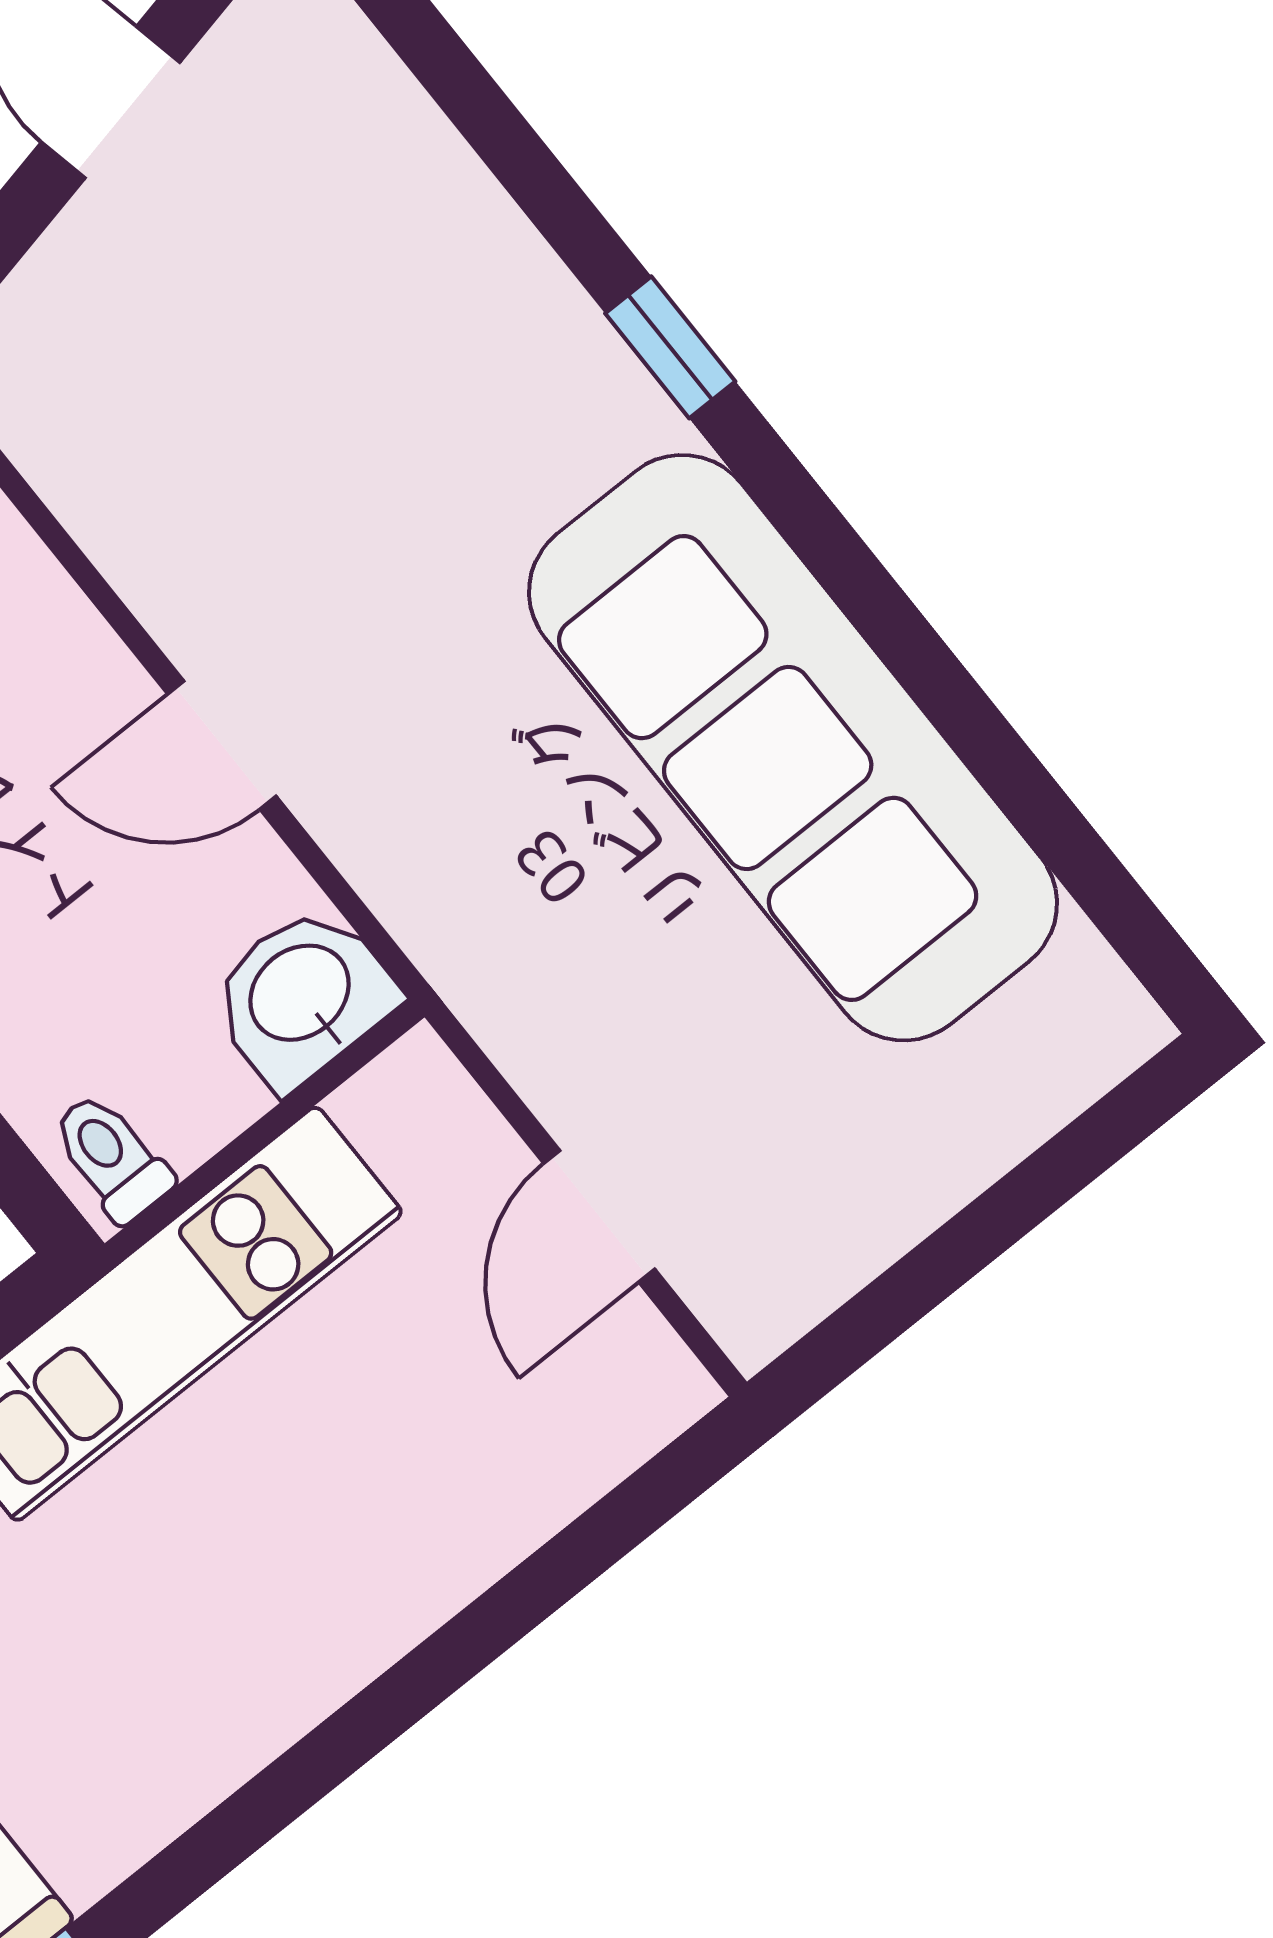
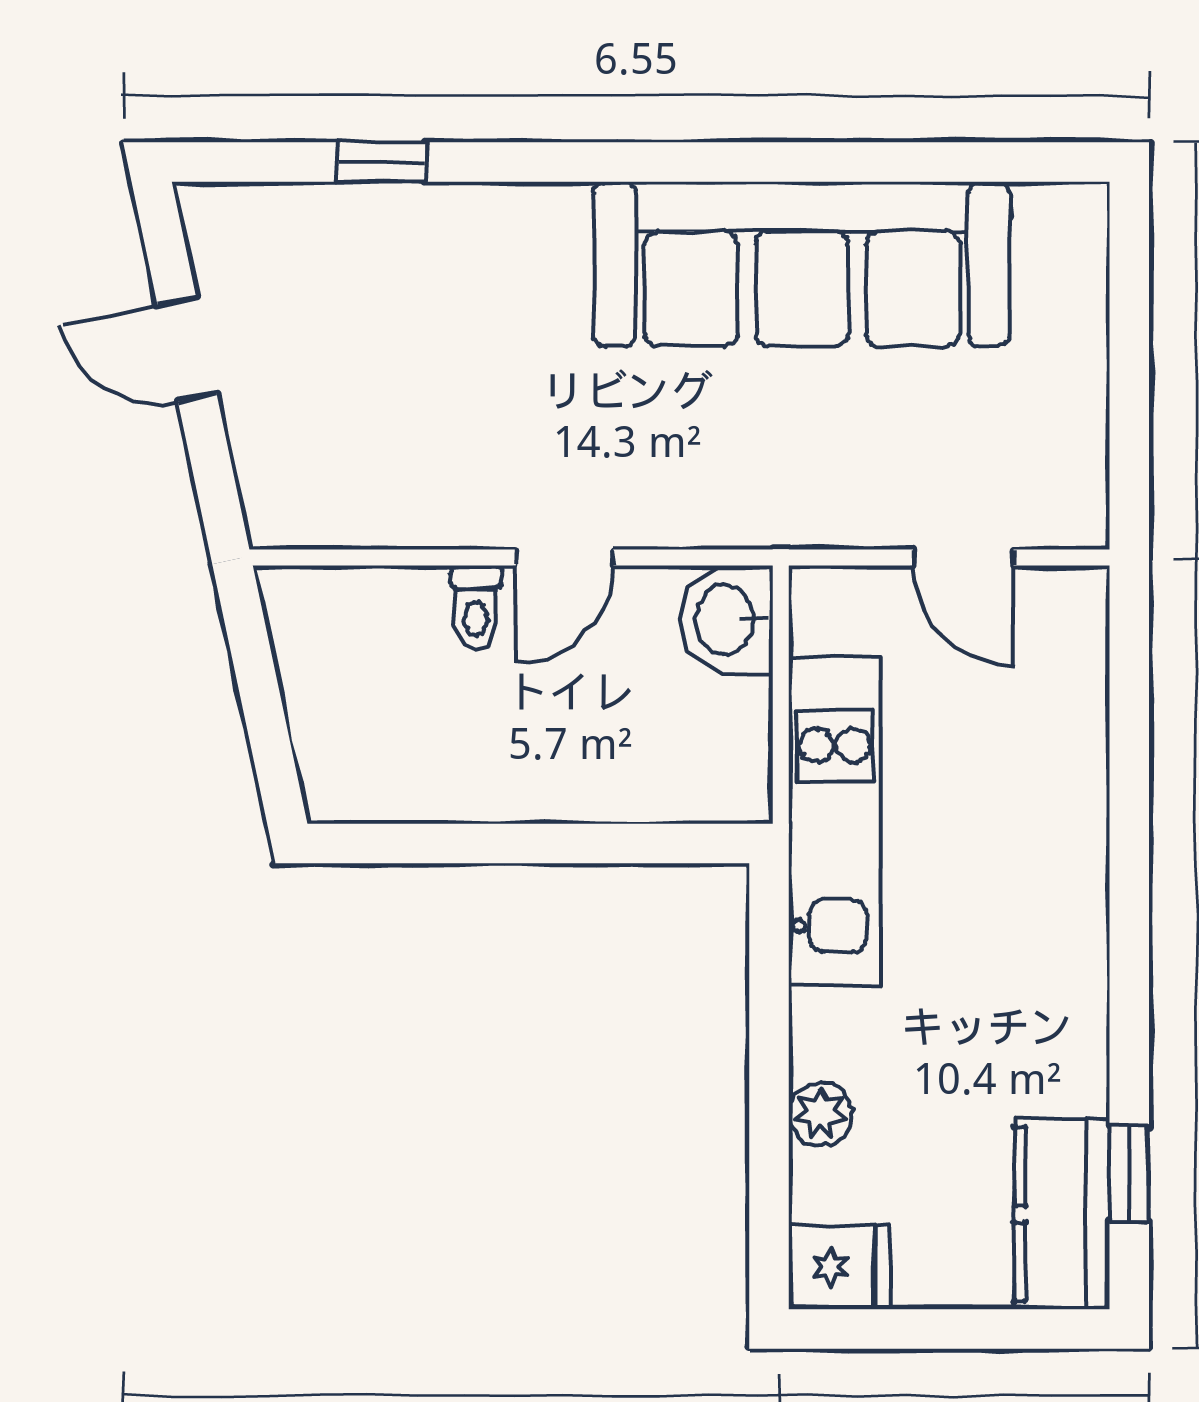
window: (670, 347) -> (381, 162), moved
toilet: (111, 1157) -> (476, 607), moved, turned -90

